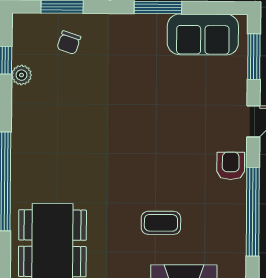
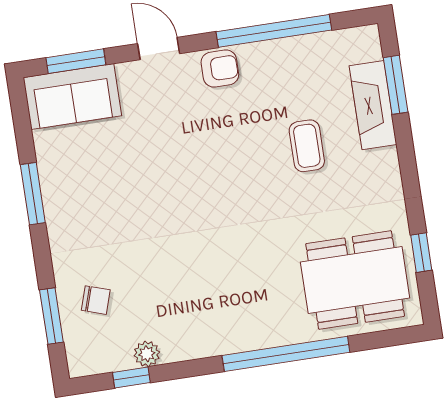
sofa: (203, 34) -> (72, 97), moved, turned 90
armchair: (231, 166) -> (220, 68), turned 180

